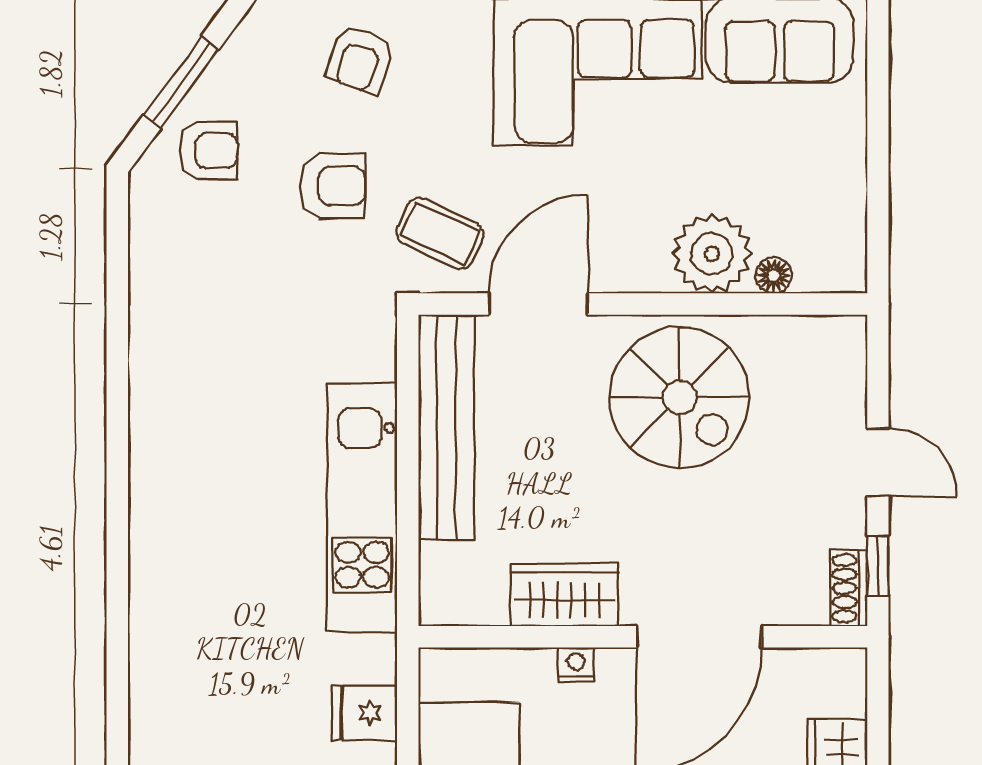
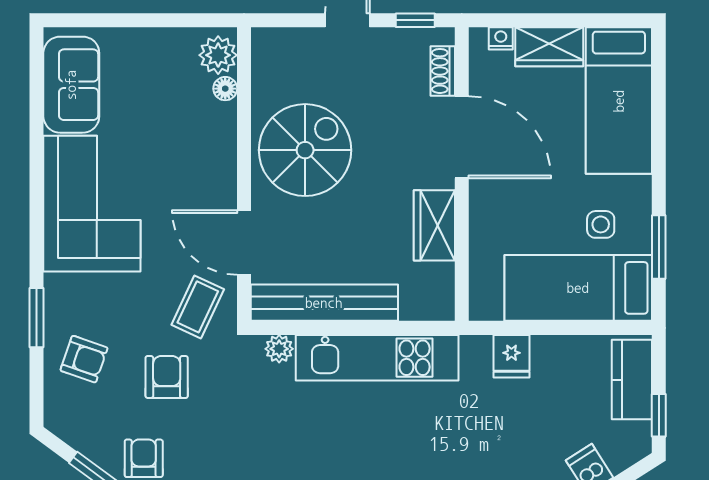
plant: (712, 254) -> (218, 55), moved, width x0.73, depth x0.73
plant: (376, 358) -> (279, 349), added
shoe rack: (849, 588) -> (443, 71), moved, turned 90
nightstand: (576, 664) -> (501, 38), moved, turned 90

